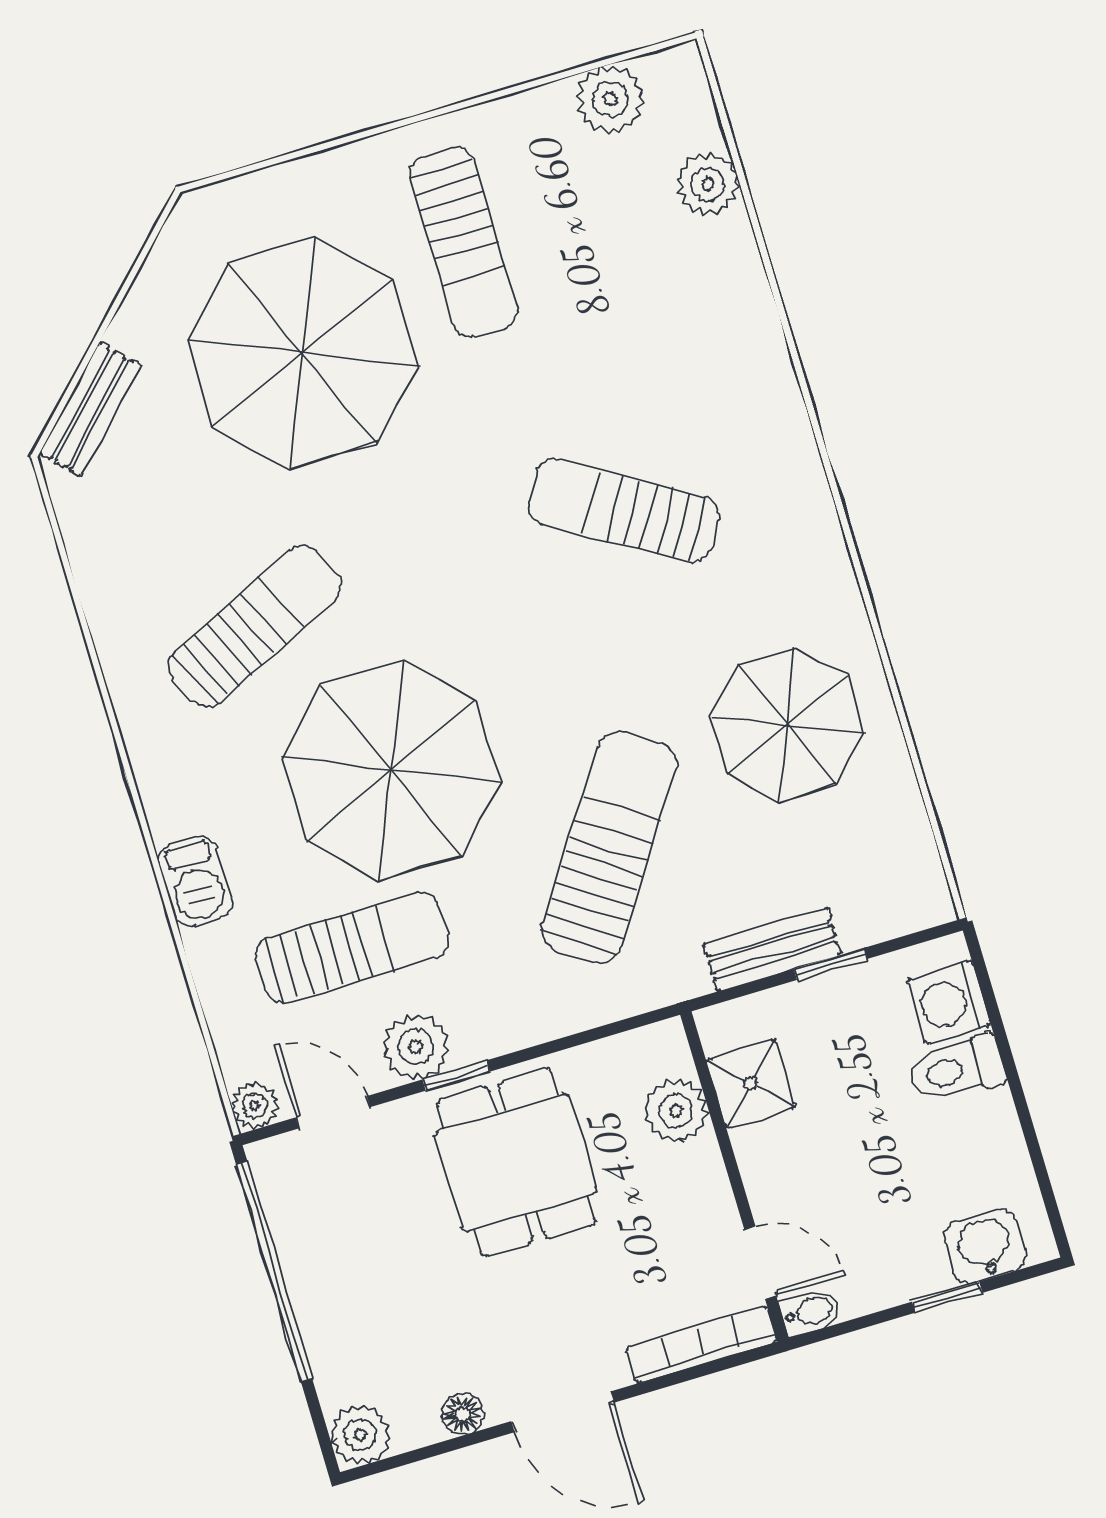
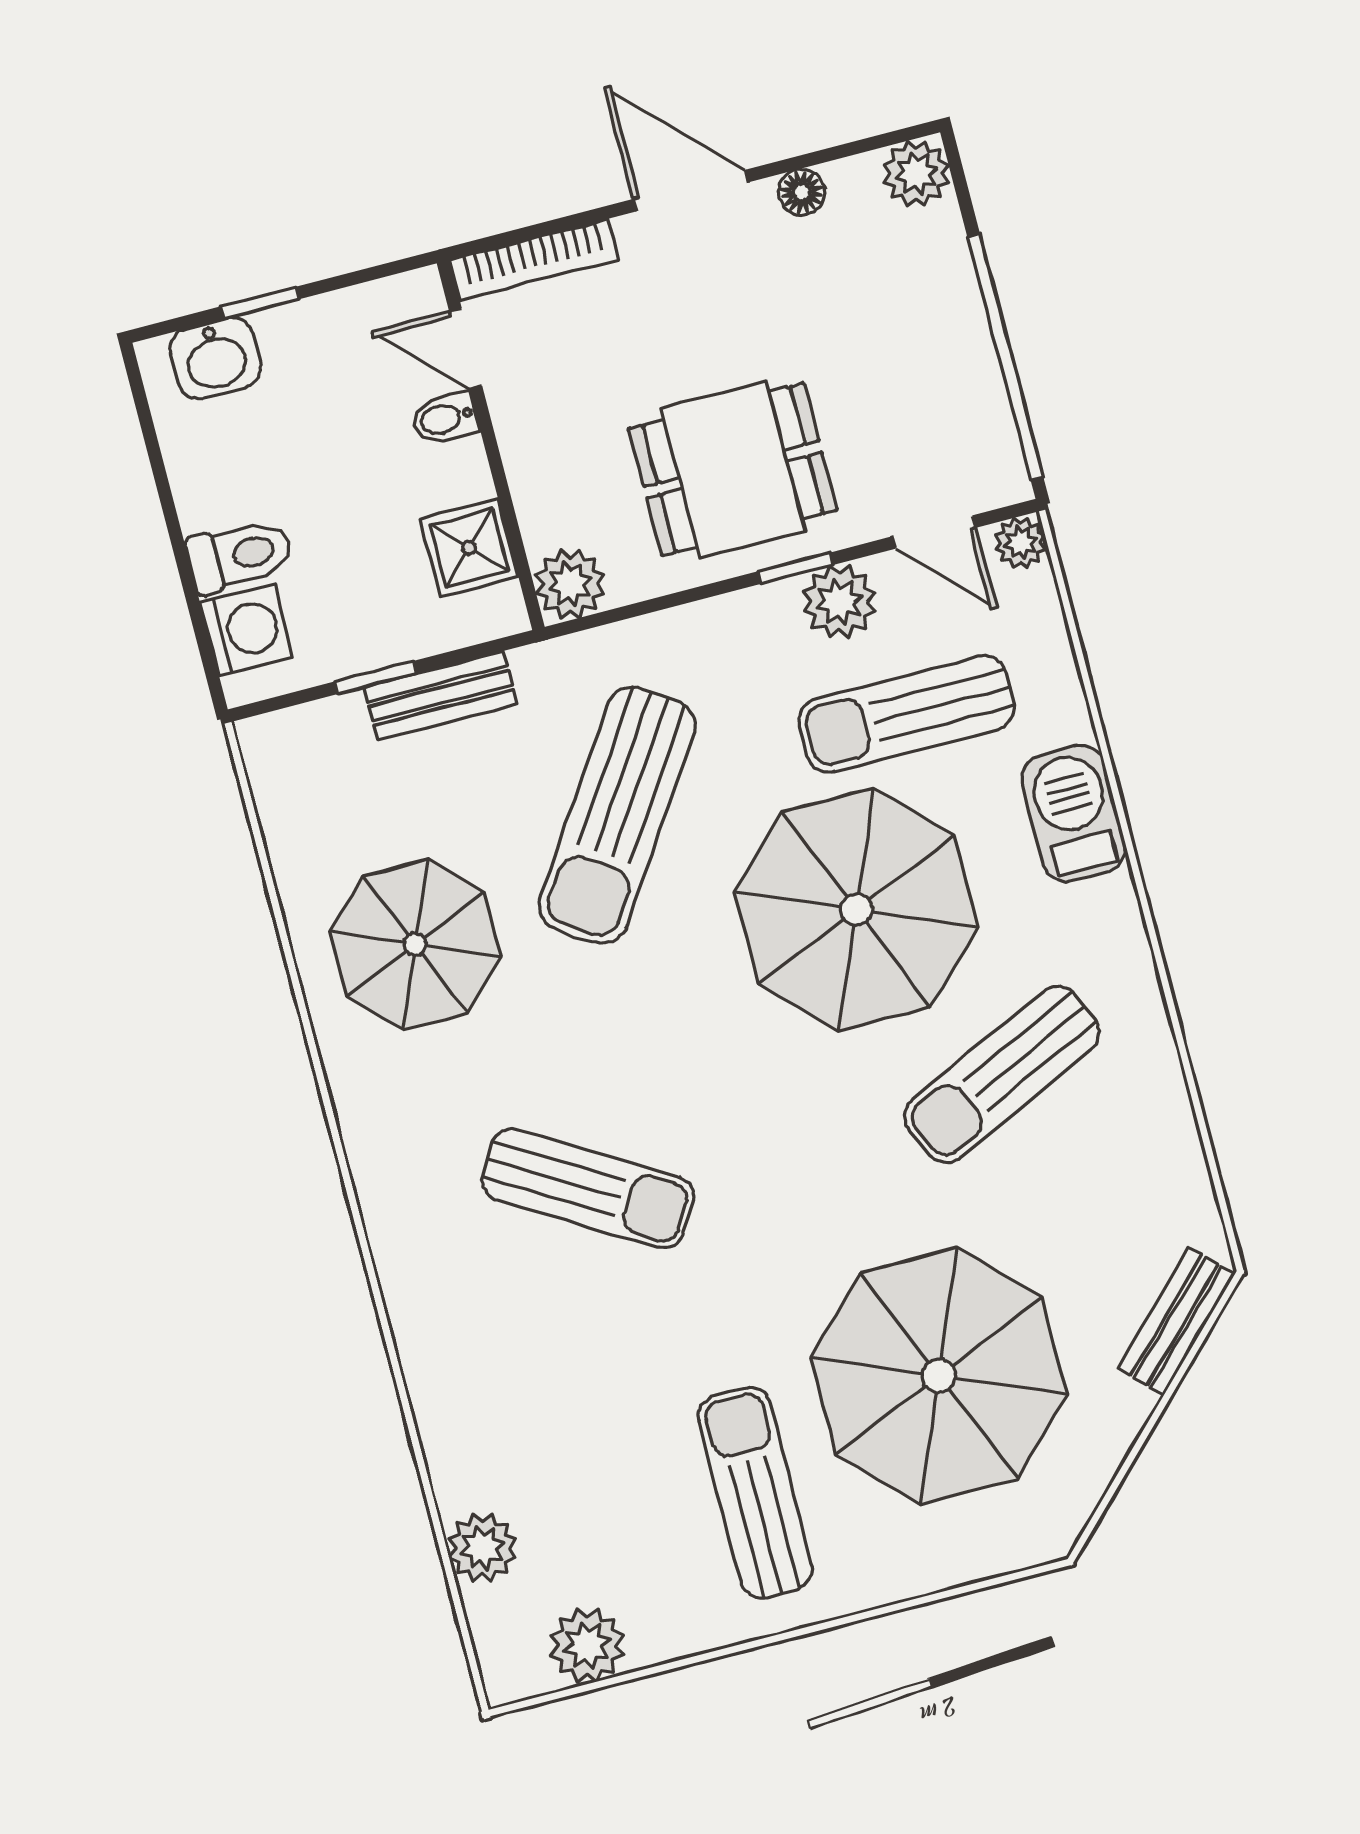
barbecue: (195, 881) -> (1074, 813), width x1.38, depth x1.27
plant: (676, 1111) -> (570, 584), moved
dining table: (516, 1162) -> (733, 469), turned 90
bidet: (810, 1312) -> (445, 418), moved

